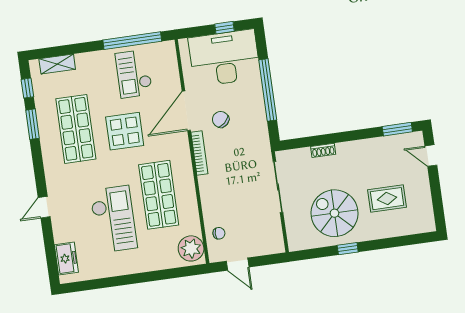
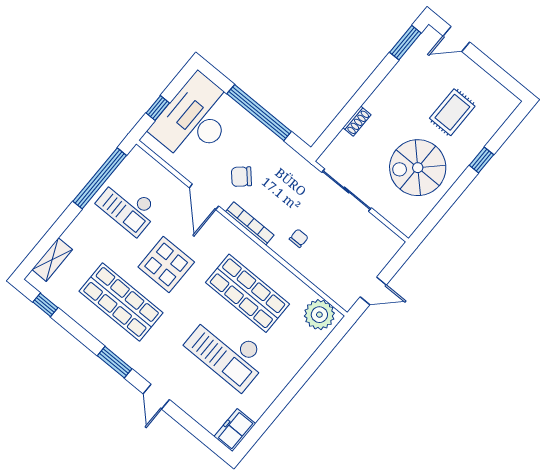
window: (225, 28) -> (158, 108), moved
door: (186, 111) -> (204, 197), width x0.73
window: (32, 124) -> (115, 362), moved
checkout: (113, 219) -> (227, 351), turned 180
chair: (219, 233) -> (299, 238), moved
window: (348, 249) -> (481, 160), moved
freezer: (66, 258) -> (235, 430), moved, turned -90

